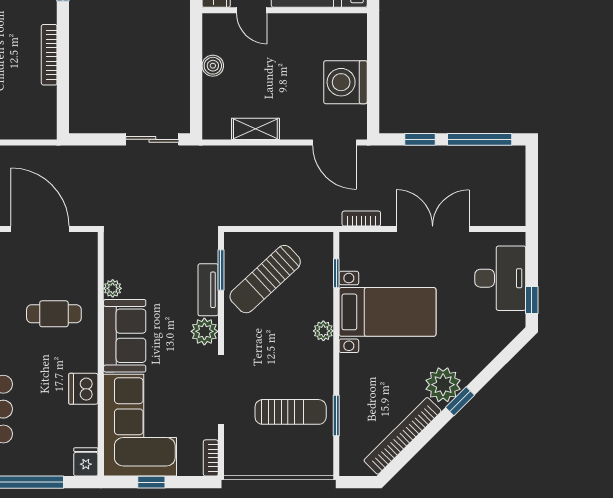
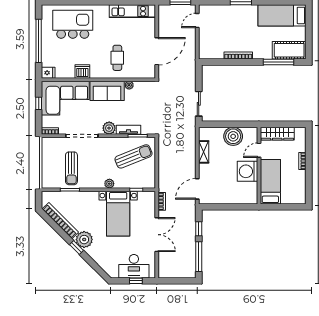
boiler: (213, 66) -> (233, 136), width x1.86, depth x1.86
washing machine: (345, 82) -> (248, 171), moved, turned -90
sun lounger: (265, 279) -> (133, 156), turned 111
window: (532, 300) -> (136, 281), moved

